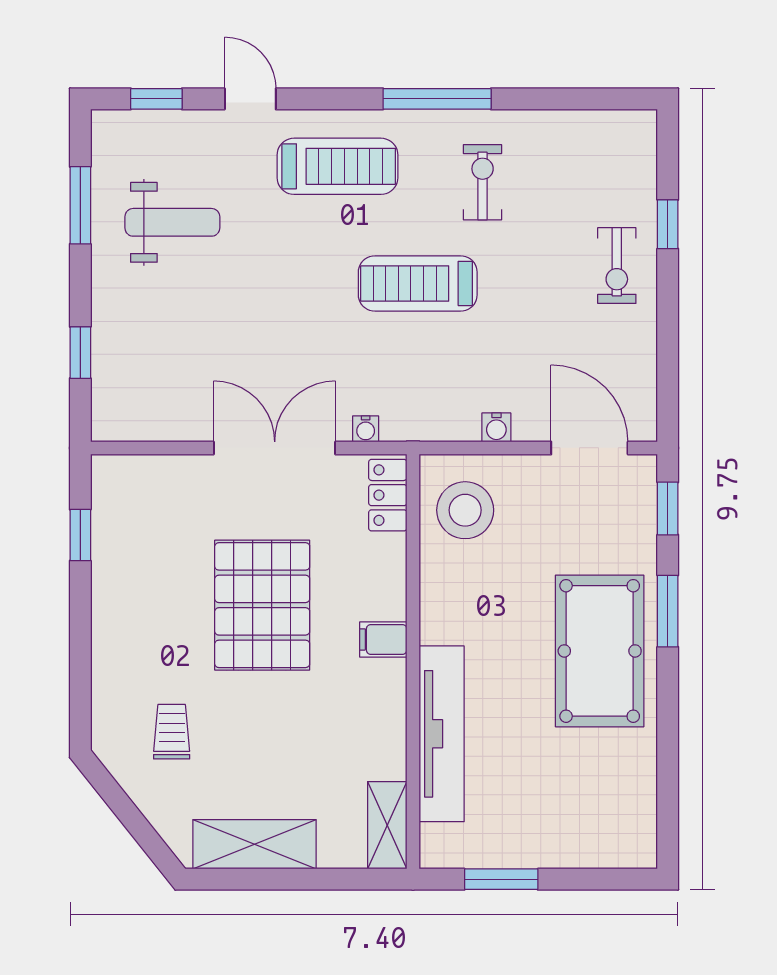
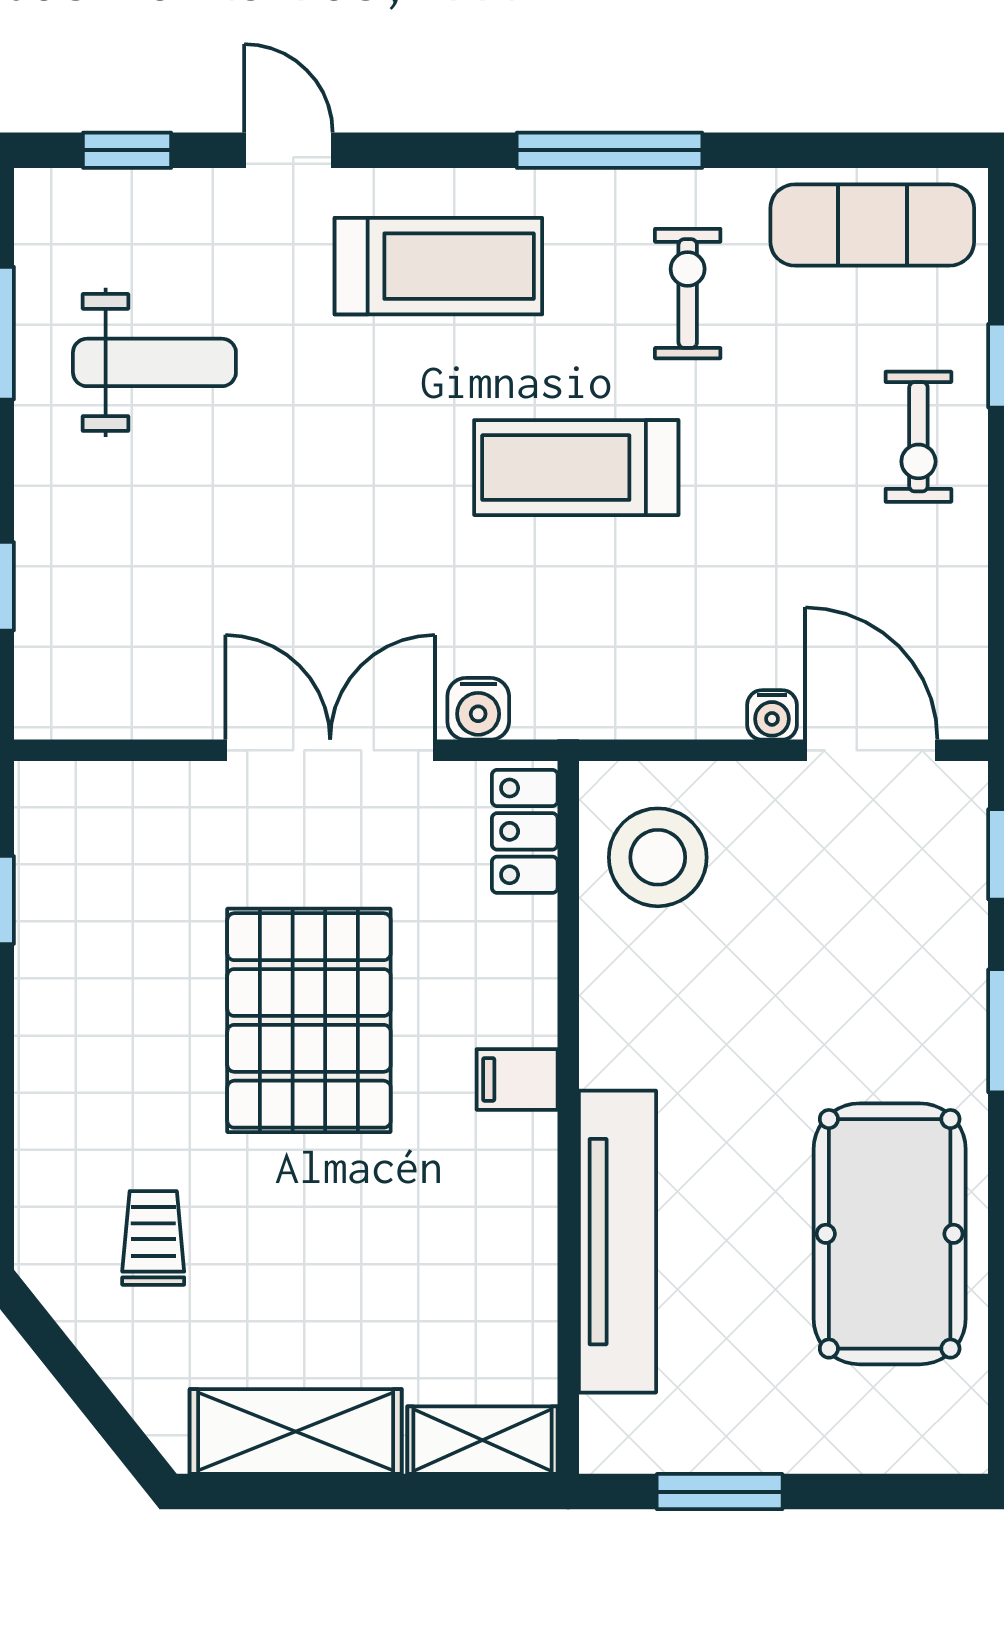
exercise mat: (590, 142) -> (872, 225), added
water cooler: (496, 427) -> (772, 715), moved
water cooler: (366, 429) -> (478, 709), width x1.38, depth x1.38
pool table: (600, 651) -> (890, 1234), moved
shelving: (387, 825) -> (482, 1440), moved, turned 90

